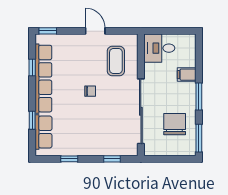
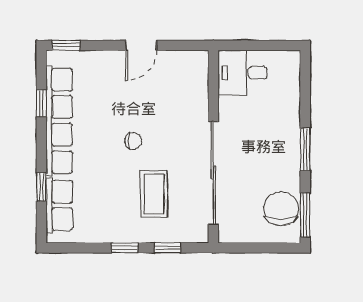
door: (95, 31) -> (141, 45), swing flipped
coffee table: (116, 61) -> (154, 194), moved
filing cabinet: (187, 75) -> (286, 115), removed
chair: (175, 124) -> (281, 209), moved
window: (69, 159) -> (125, 248), moved

